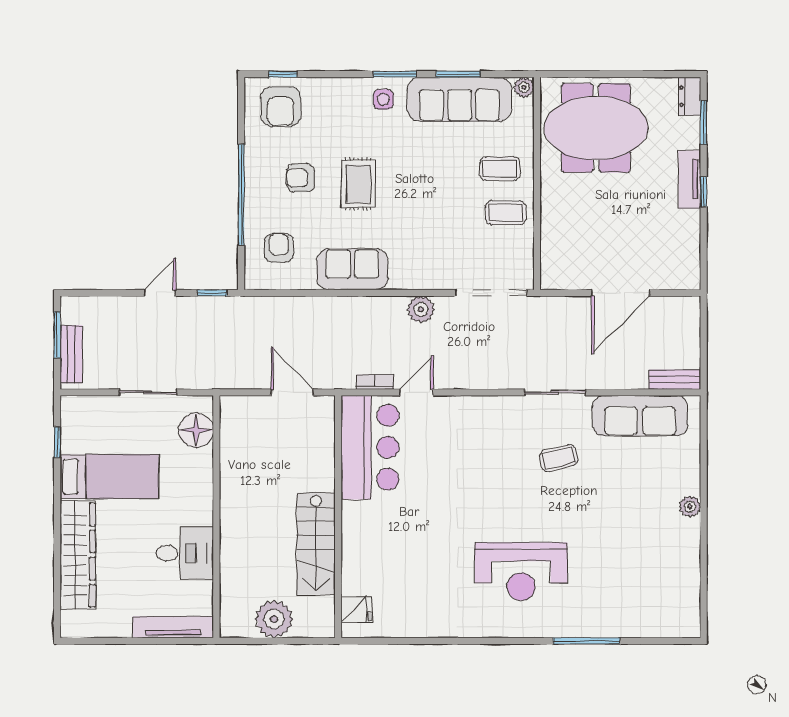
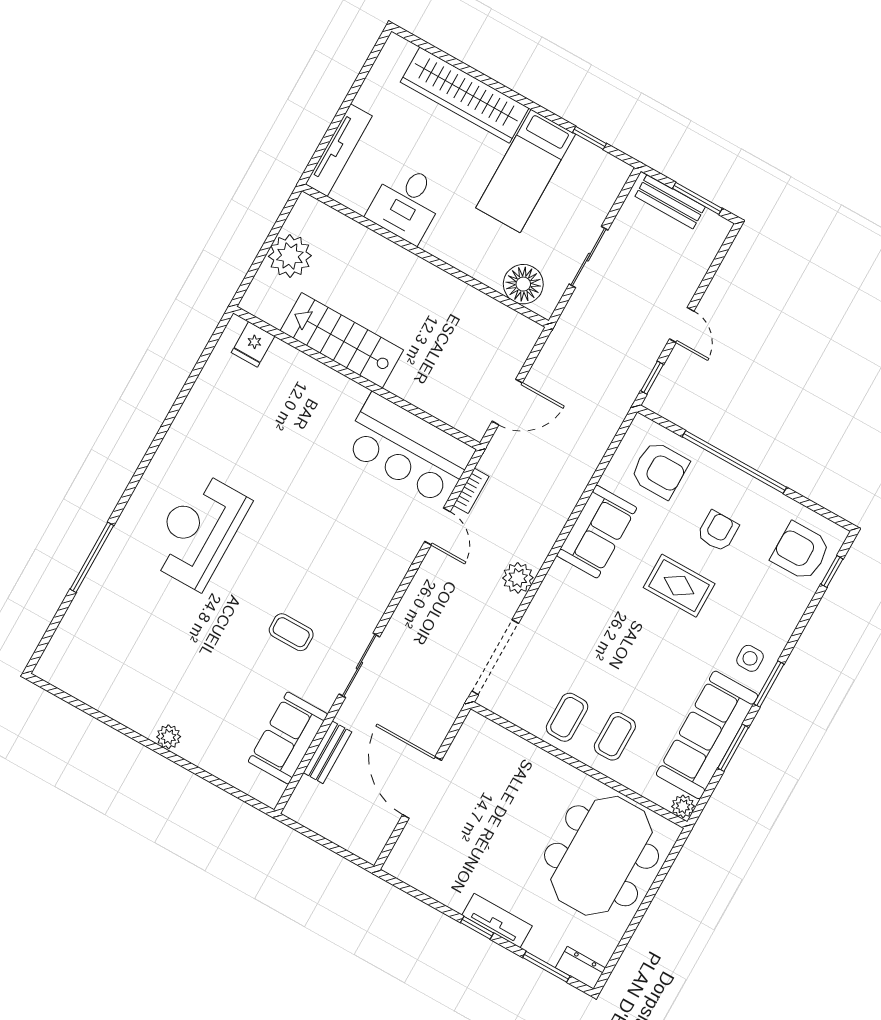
armchair: (279, 248) -> (660, 470), width x1.38, depth x1.38
bench: (675, 379) -> (328, 752), moved
sofa: (640, 416) -> (288, 738), width x0.73
coffee table: (559, 458) -> (291, 632), turned -76

